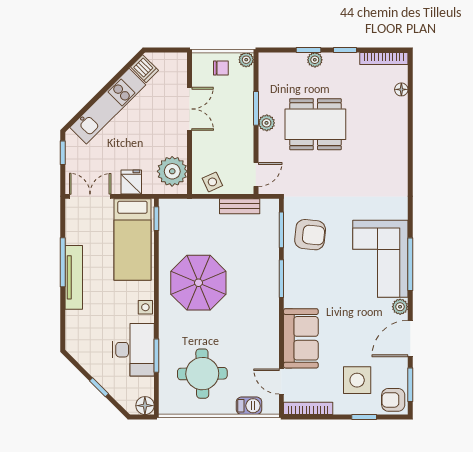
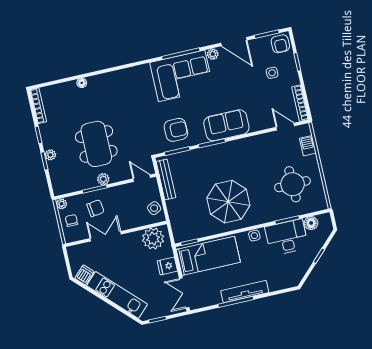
floor lamp: (401, 89) -> (82, 83), moved
chair: (230, 104) -> (95, 208), added
bench: (240, 206) -> (166, 179), width x1.36
armchair: (310, 235) -> (176, 130), turned 84
sofa: (301, 338) -> (226, 125), moved
side table: (357, 380) -> (272, 73), width x0.54, depth x0.54
door: (281, 382) -> (285, 127), swing flipped
floor lamp: (145, 406) -> (311, 223), moved

